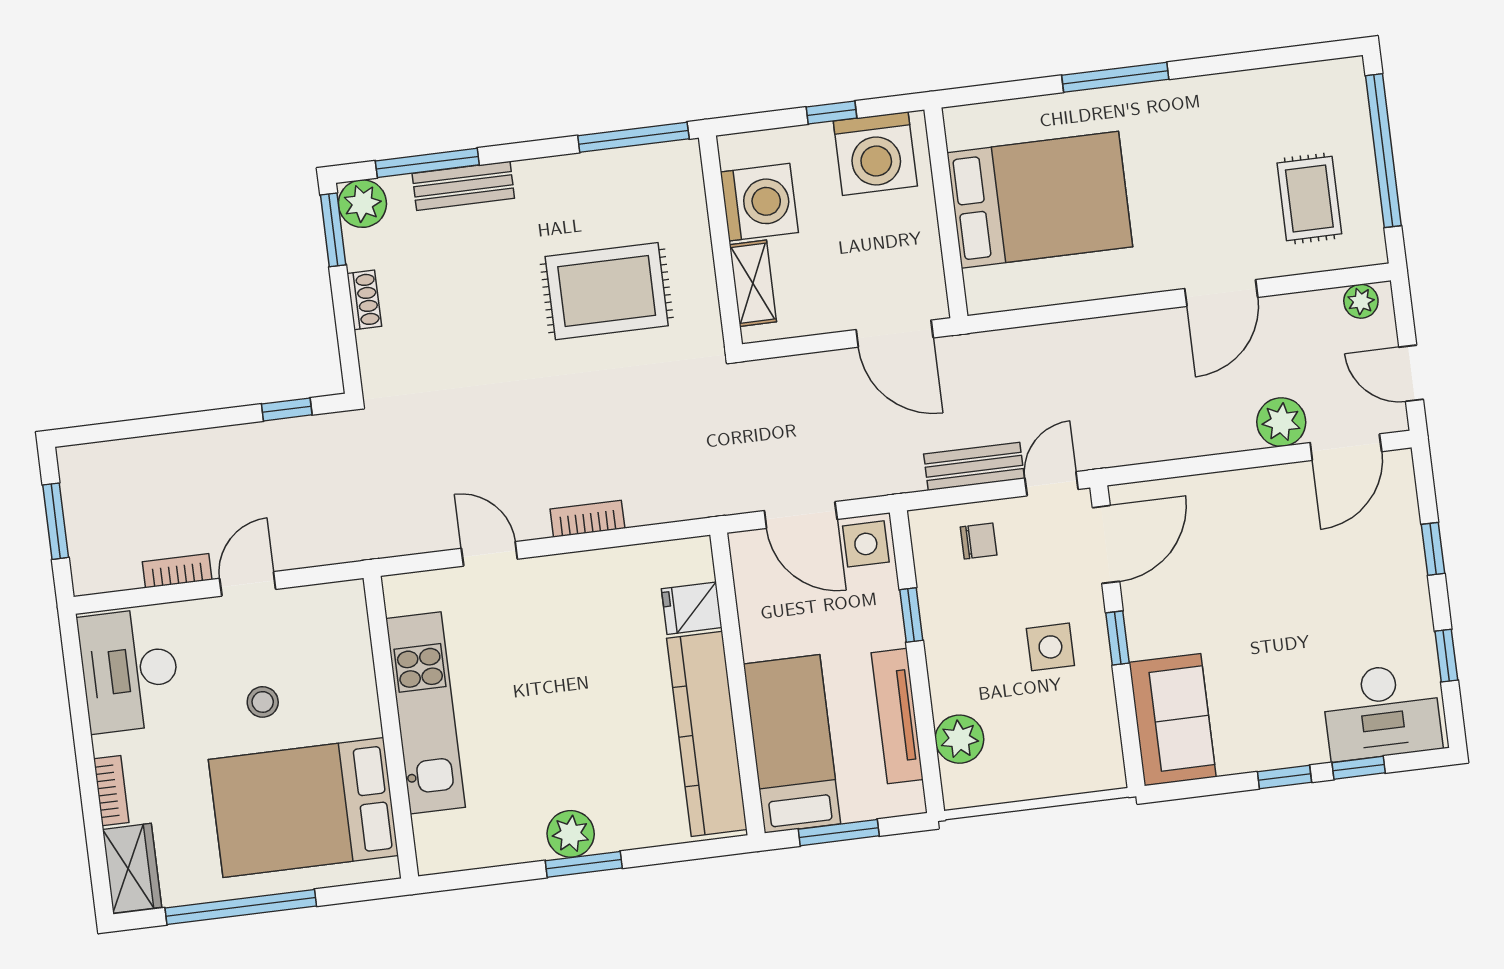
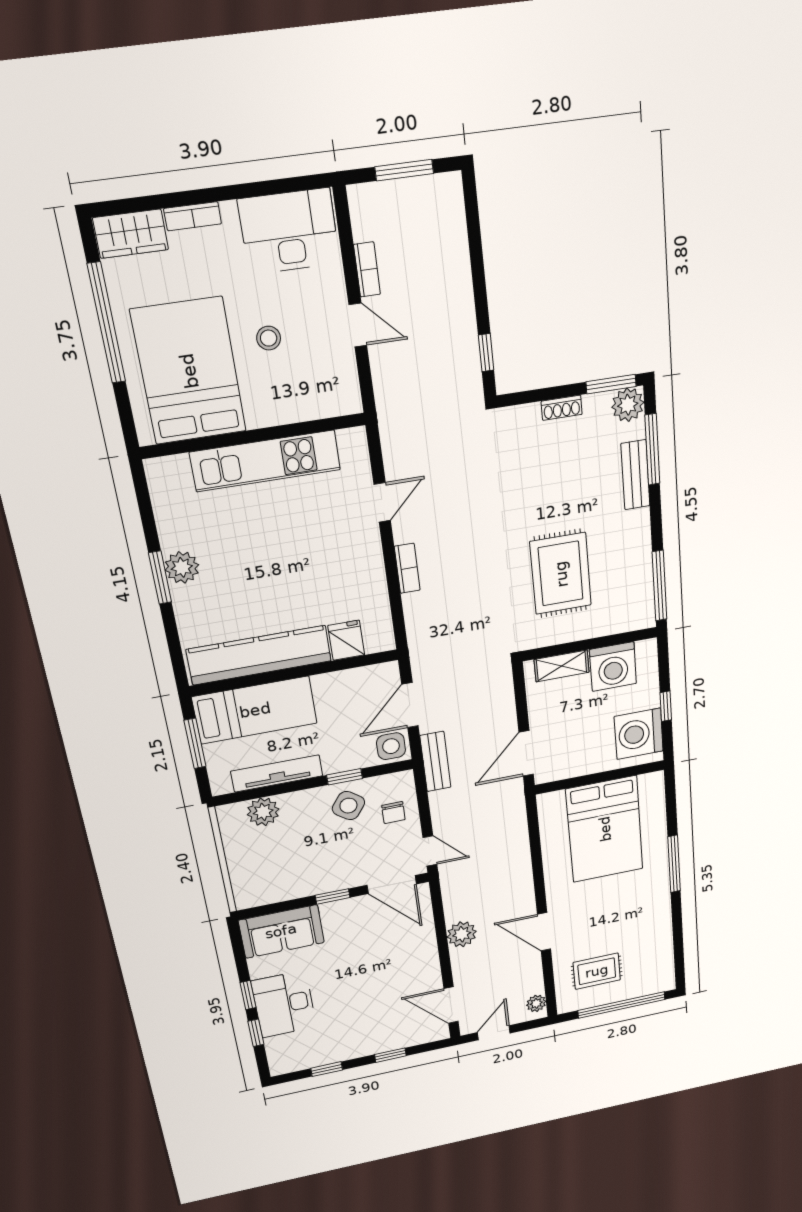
plant: (1281, 422) -> (462, 934), moved
bench: (974, 466) -> (435, 762), moved
side table: (1050, 647) -> (348, 806), moved, turned 36
desk: (1382, 712) -> (284, 1004), moved

